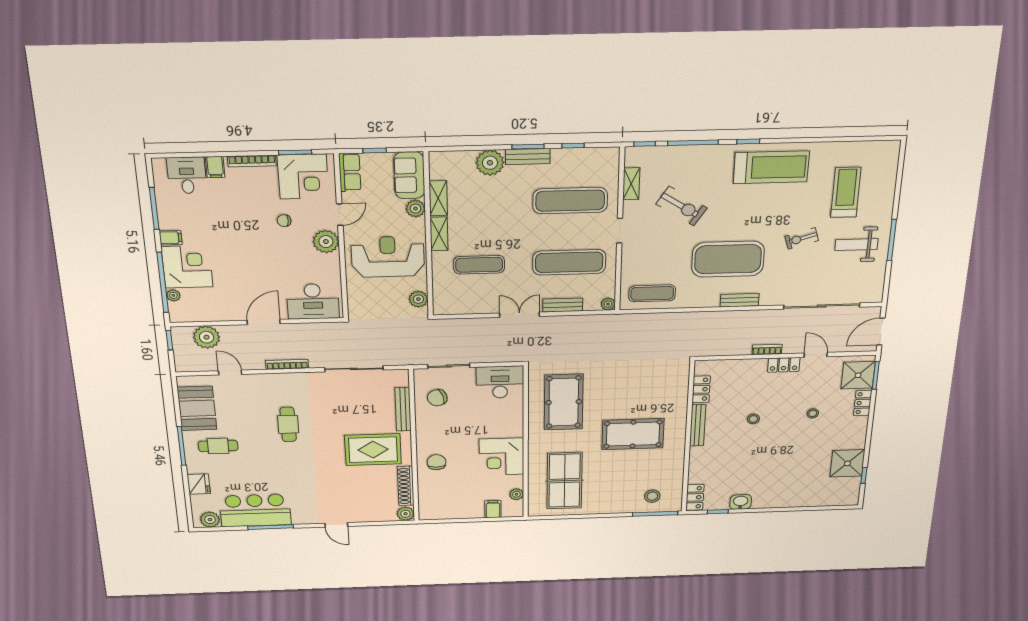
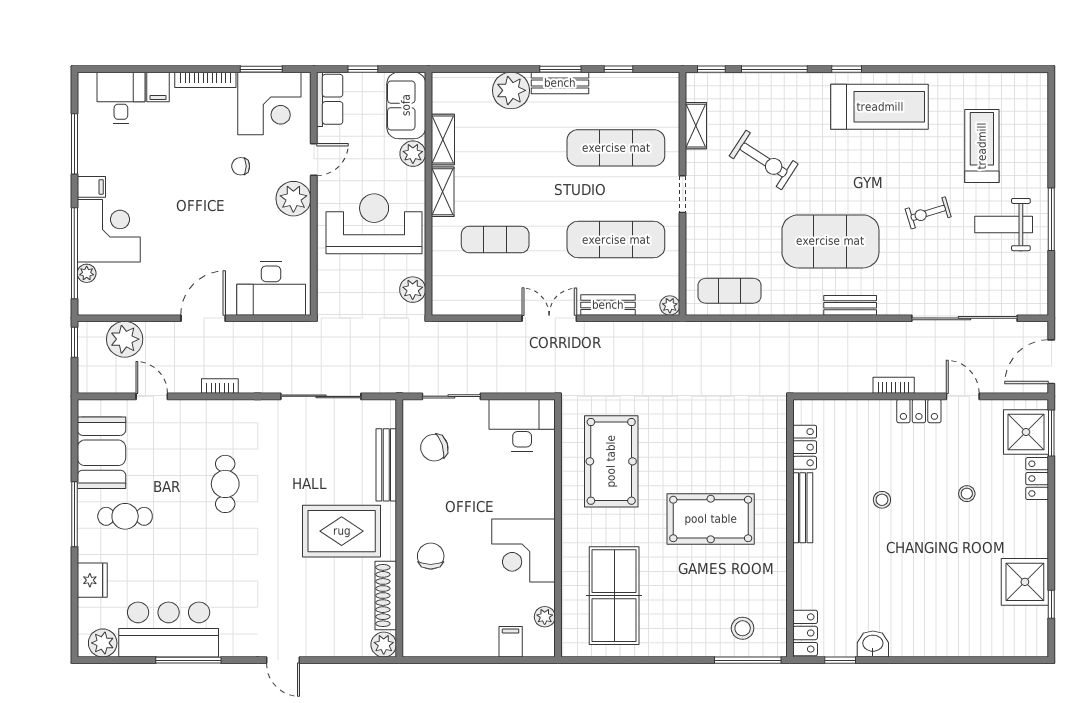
bookcase: (287, 364) -> (220, 386), width x0.64

